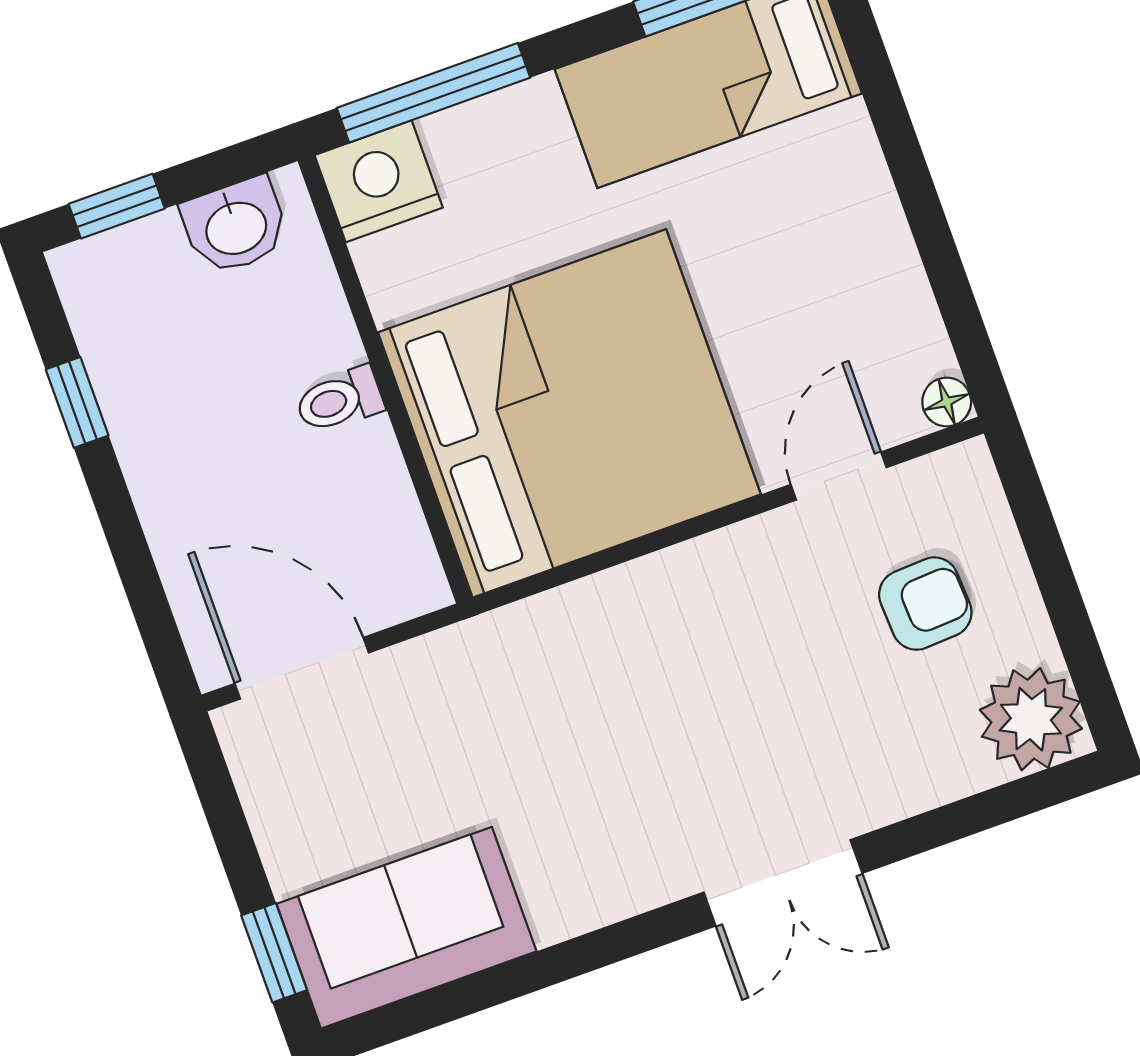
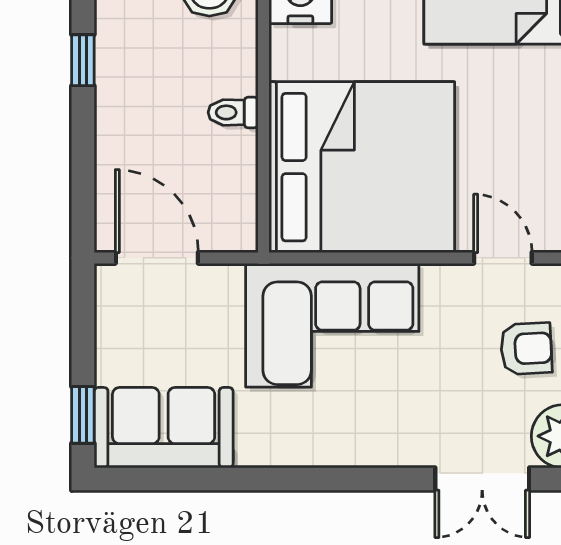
door: (839, 476) -> (503, 258), hinge flipped
corner sofa: (611, 675) -> (332, 325), added
double door: (783, 883) -> (482, 479), moved

